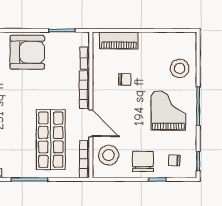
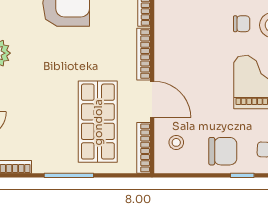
chair: (125, 79) -> (242, 24), moved
stool: (109, 155) -> (176, 142), width x0.53, depth x0.53
chair: (143, 162) -> (223, 151), turned 90

